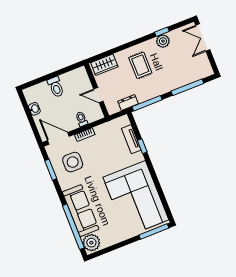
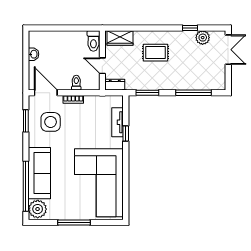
double door: (203, 38) -> (228, 50), swing flipped
plant: (163, 41) -> (203, 38), moved
rug: (140, 65) -> (155, 53), turned 90
toilet: (56, 87) -> (93, 41), moved
dresser: (128, 103) -> (115, 85), moved
window: (147, 103) -> (147, 93), width x0.69
window: (154, 232) -> (74, 223), moved

